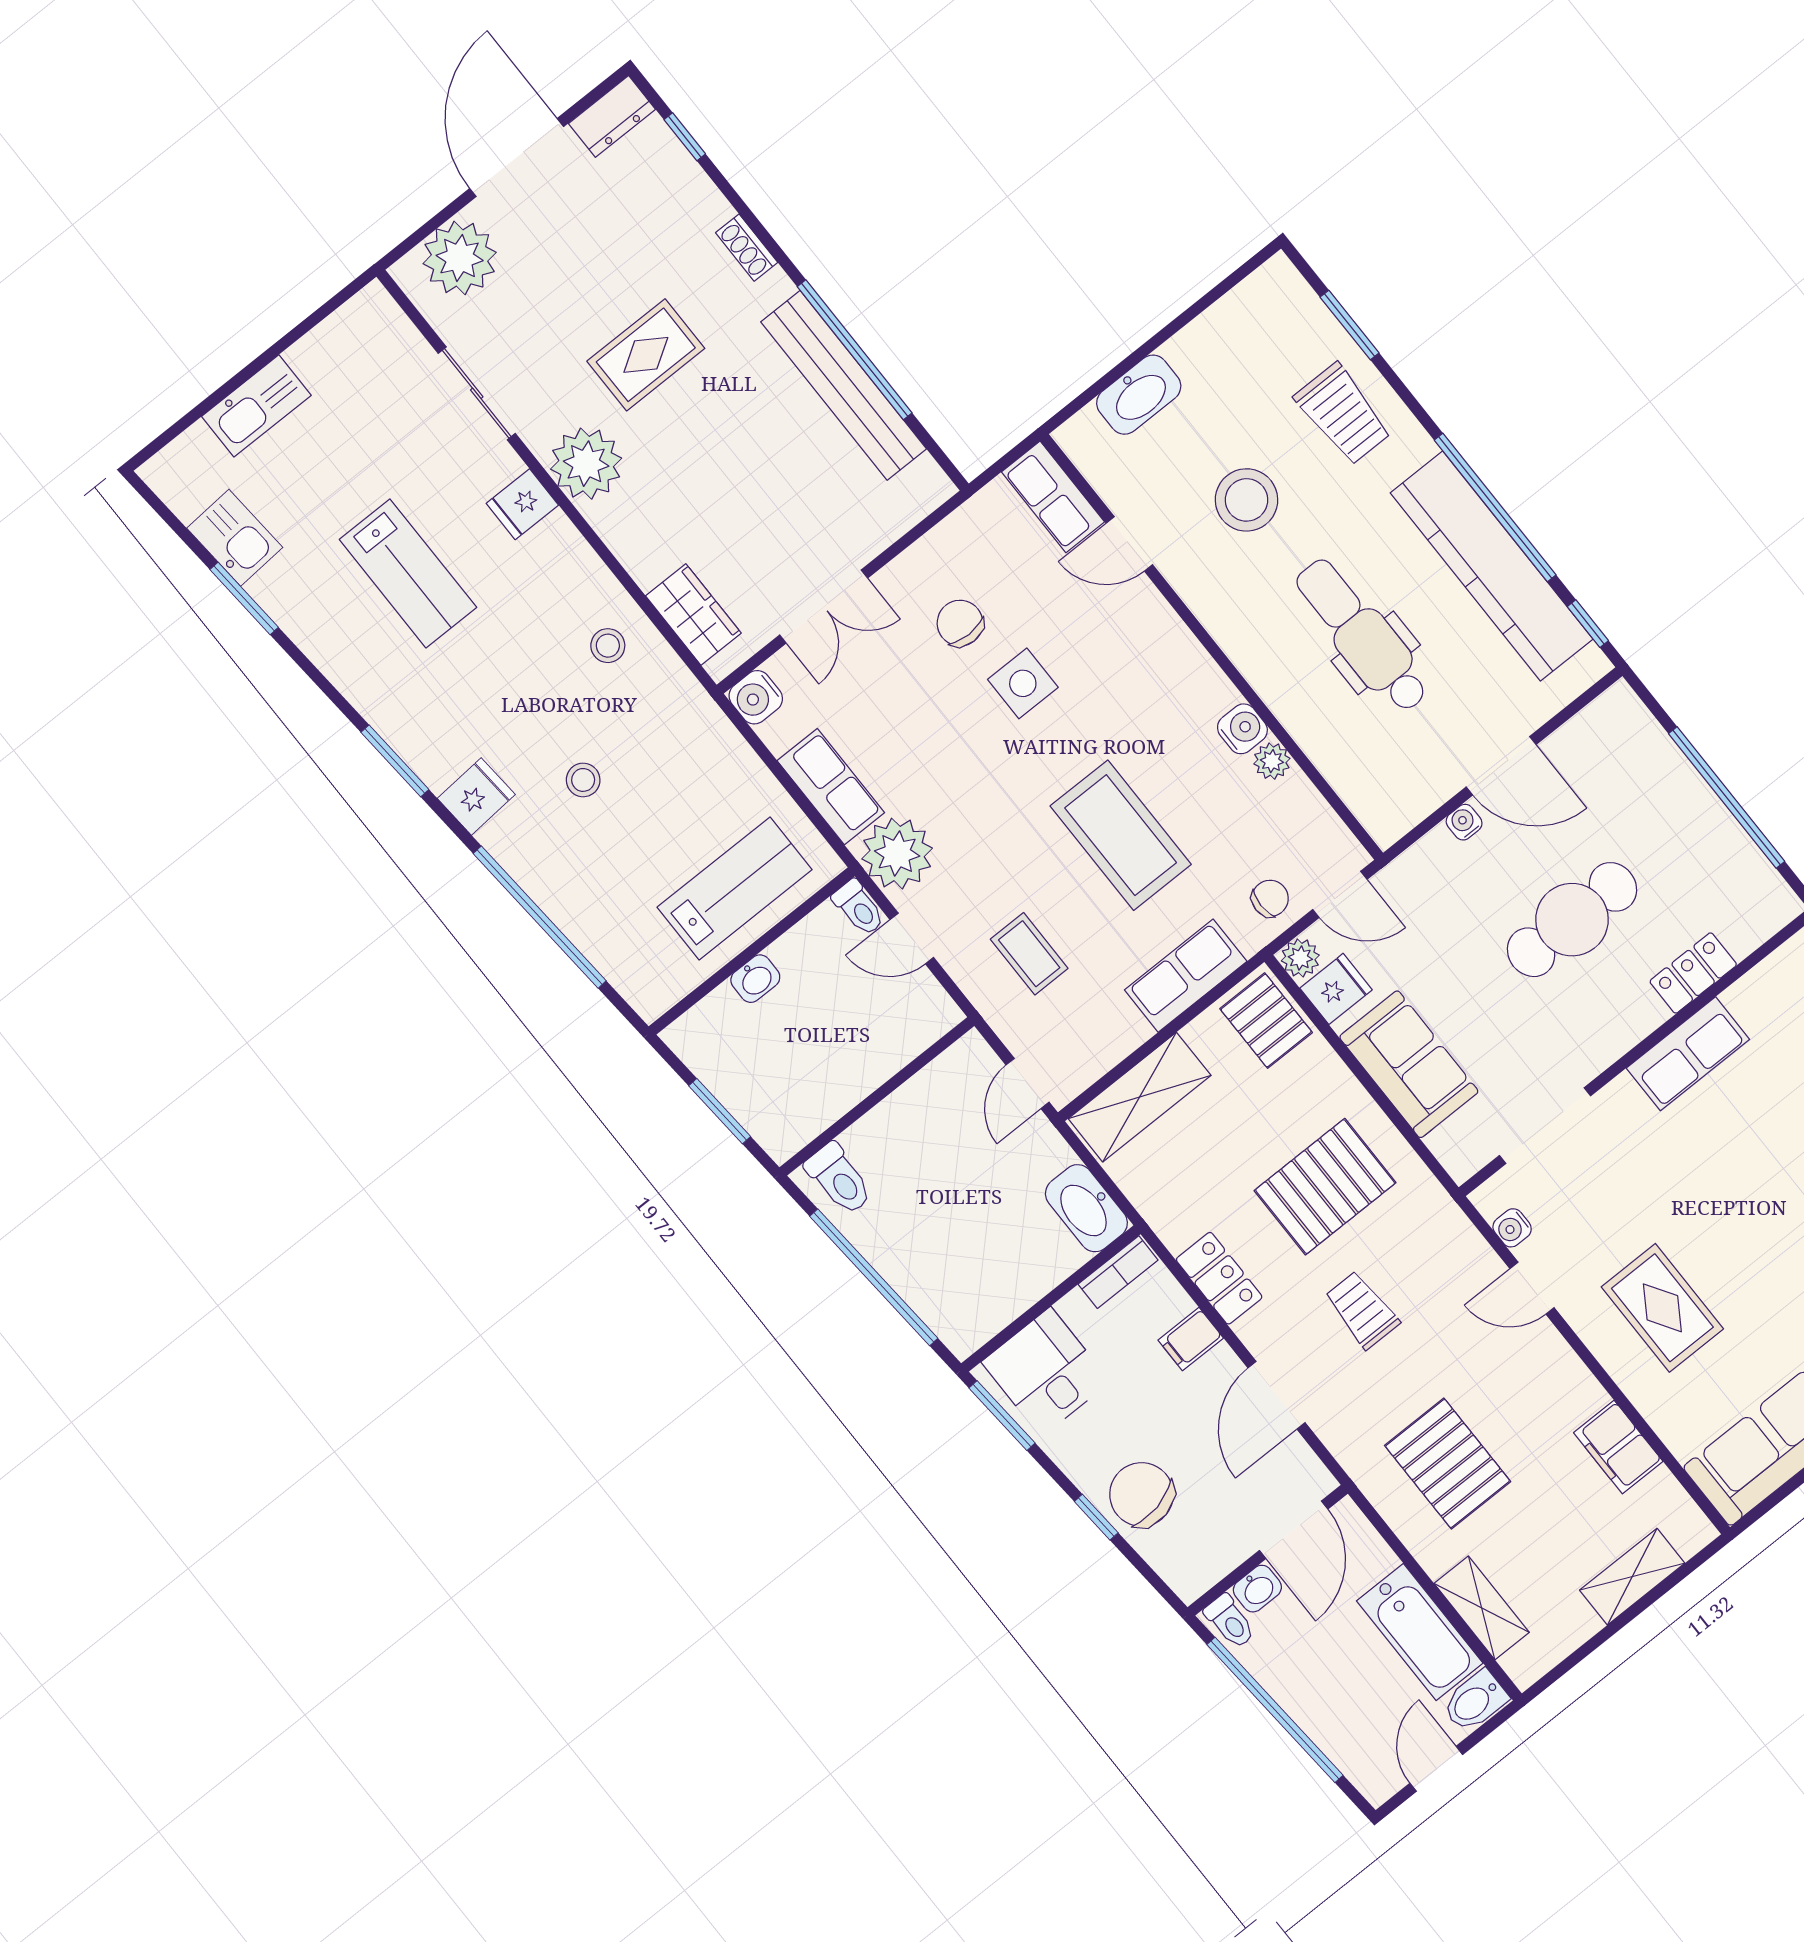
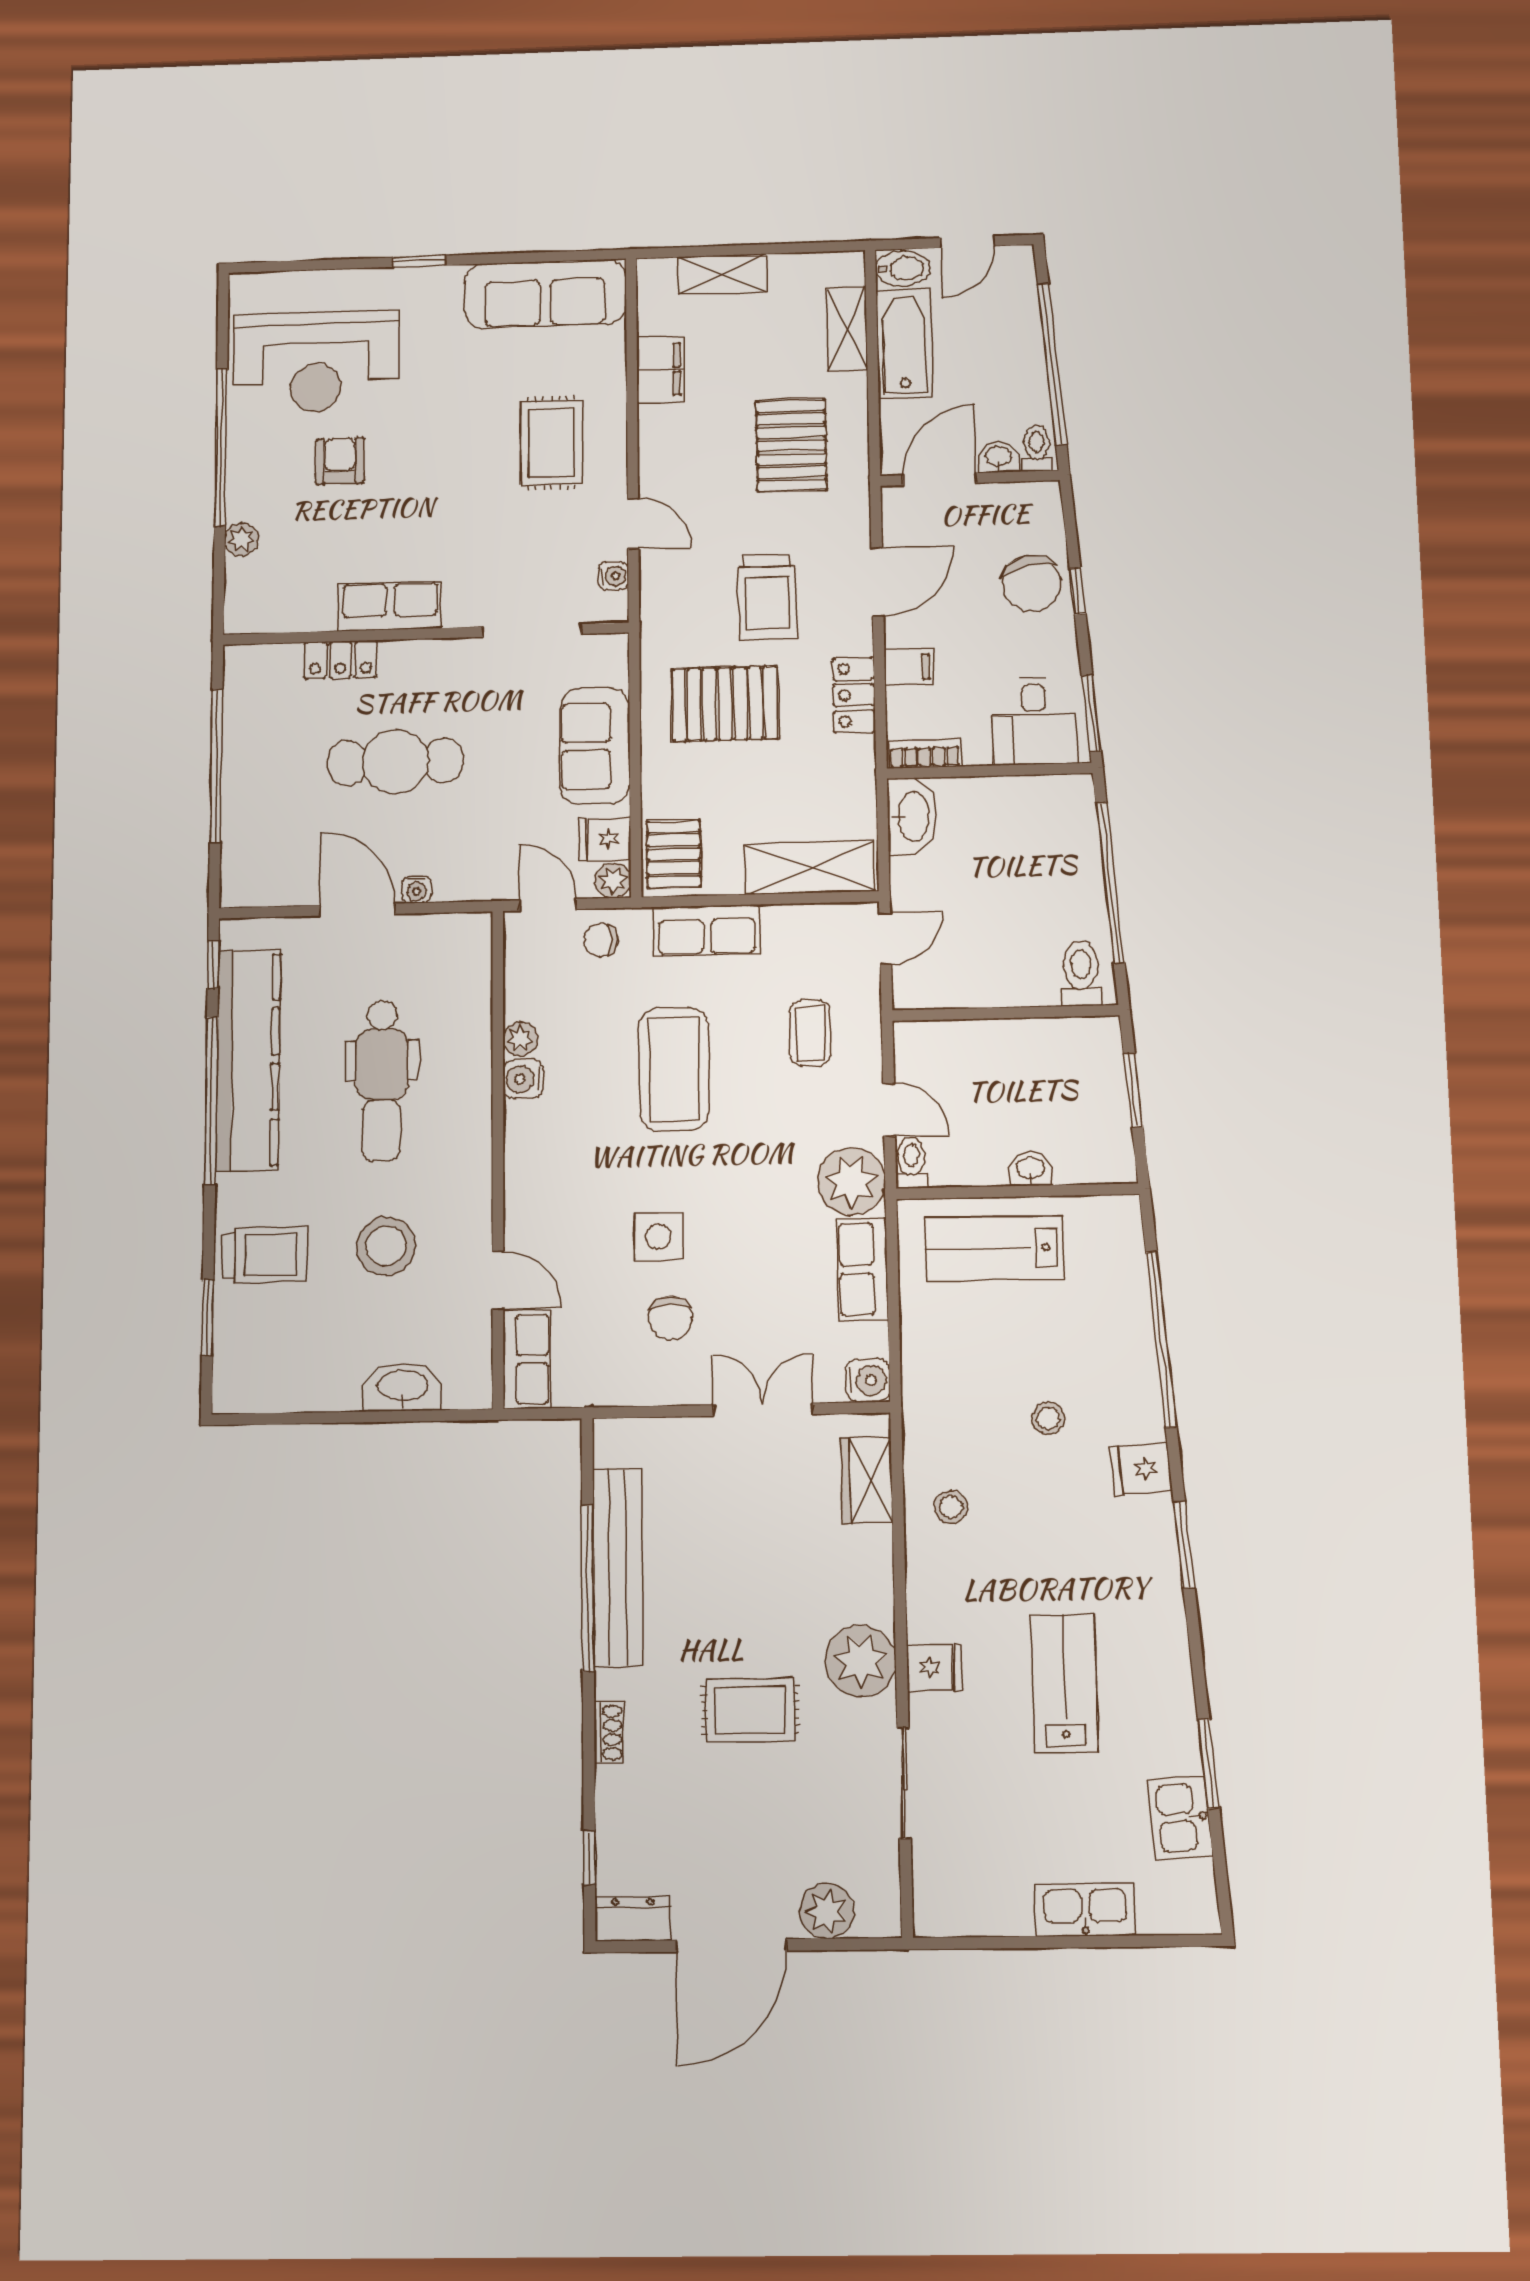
plant: (460, 258) -> (827, 1911), width x0.73, depth x0.73
trolley: (1343, 414) -> (265, 1255), turned 90
trolley: (1362, 1310) -> (768, 597), width x1.36, depth x1.39

